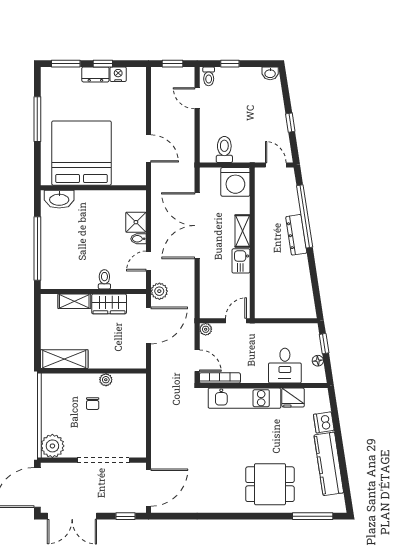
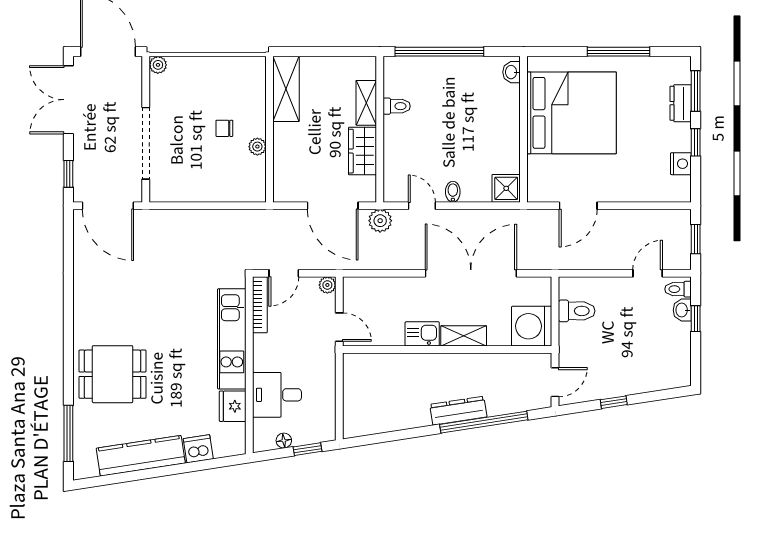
washbasin: (270, 73) -> (682, 310), moved
dresser: (95, 74) -> (681, 103), moved
washbasin: (59, 199) -> (512, 72), width x0.52, depth x0.69
shower: (136, 222) -> (506, 188), moved
toilet: (104, 279) -> (397, 106), moved
plant: (52, 446) -> (158, 65), width x0.53, depth x0.53
dining table: (270, 484) -> (113, 374), turned 90

